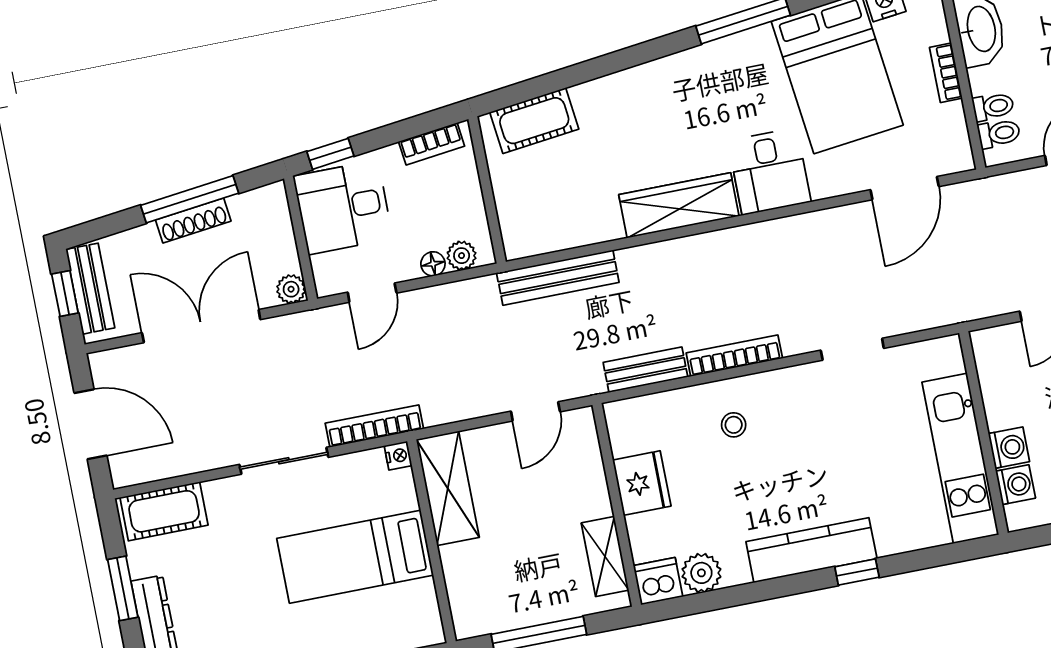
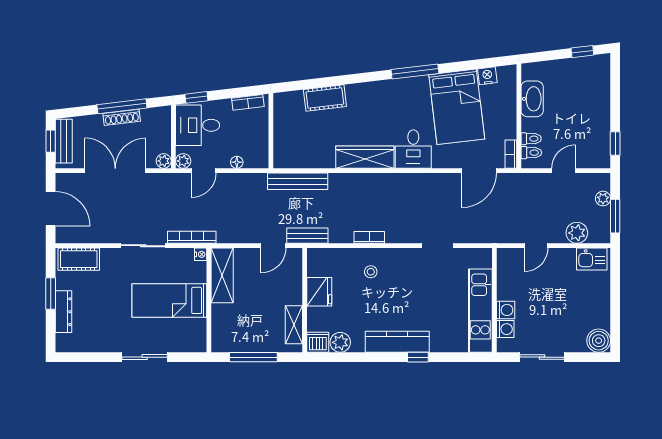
bookcase: (946, 73) -> (511, 154), moved
cot: (534, 121) -> (325, 98), moved
plant: (462, 256) -> (183, 161), moved
bookcase: (734, 356) -> (369, 237), width x0.64
bench: (645, 370) -> (307, 236), moved

